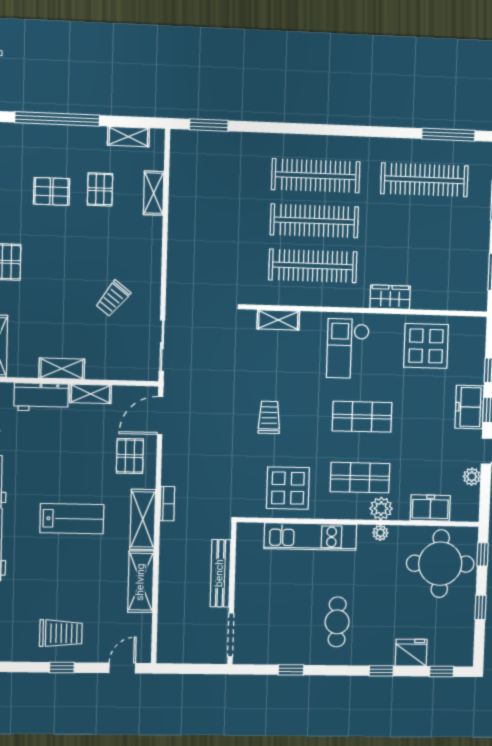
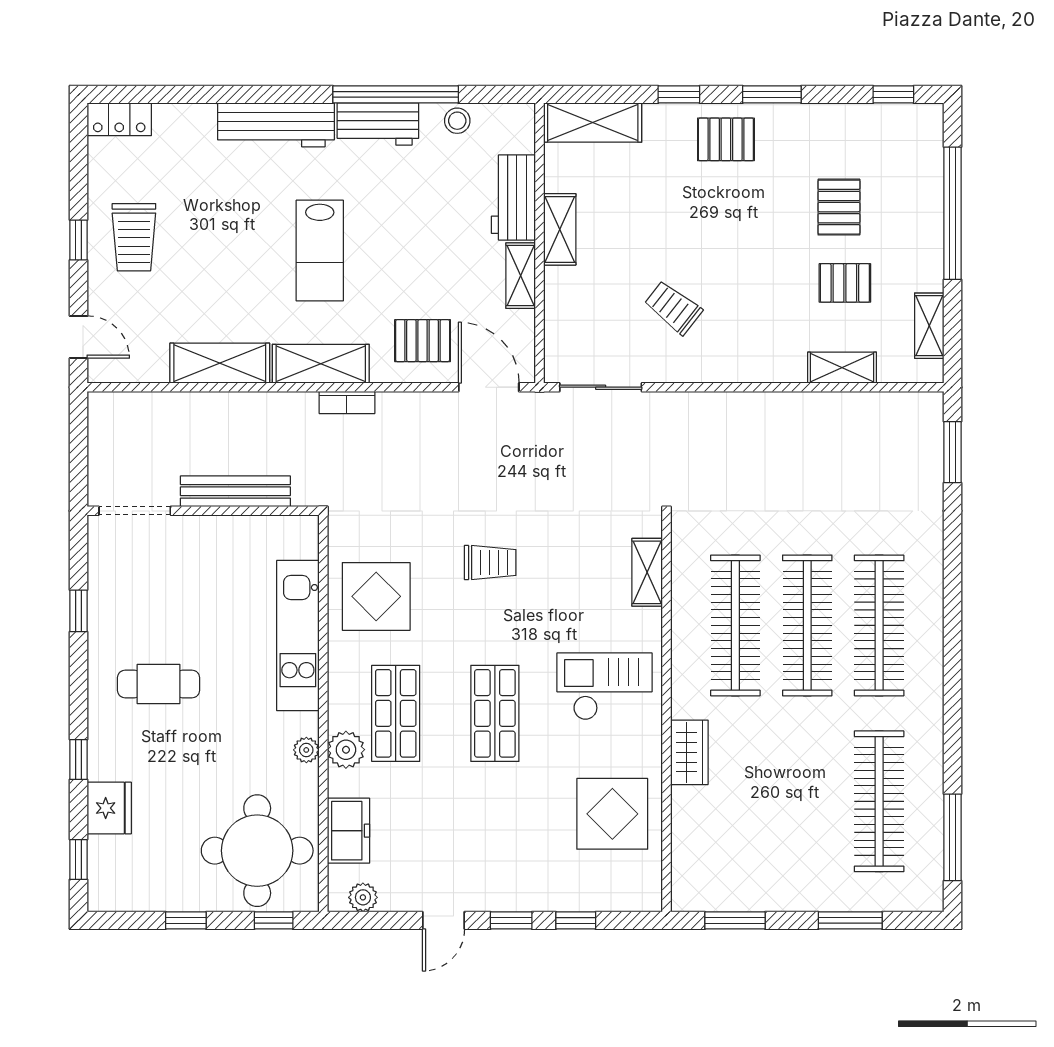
freezer: (469, 407) -> (515, 889), removed
plant: (472, 477) -> (363, 897), moved

